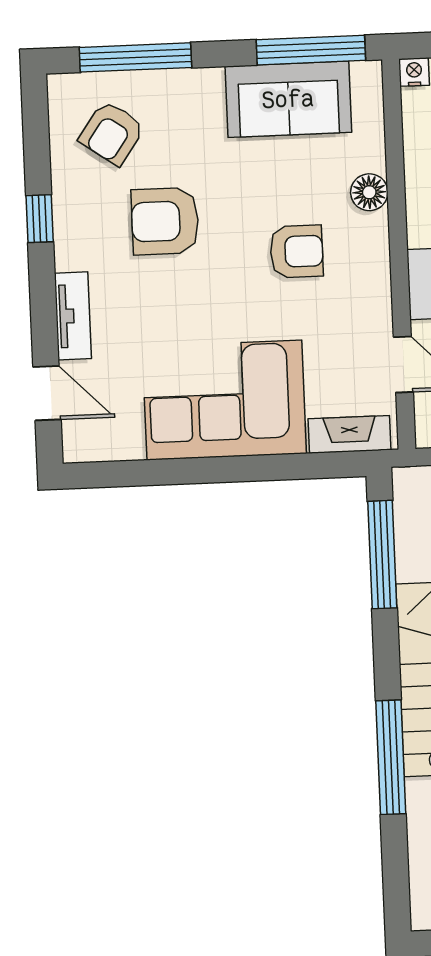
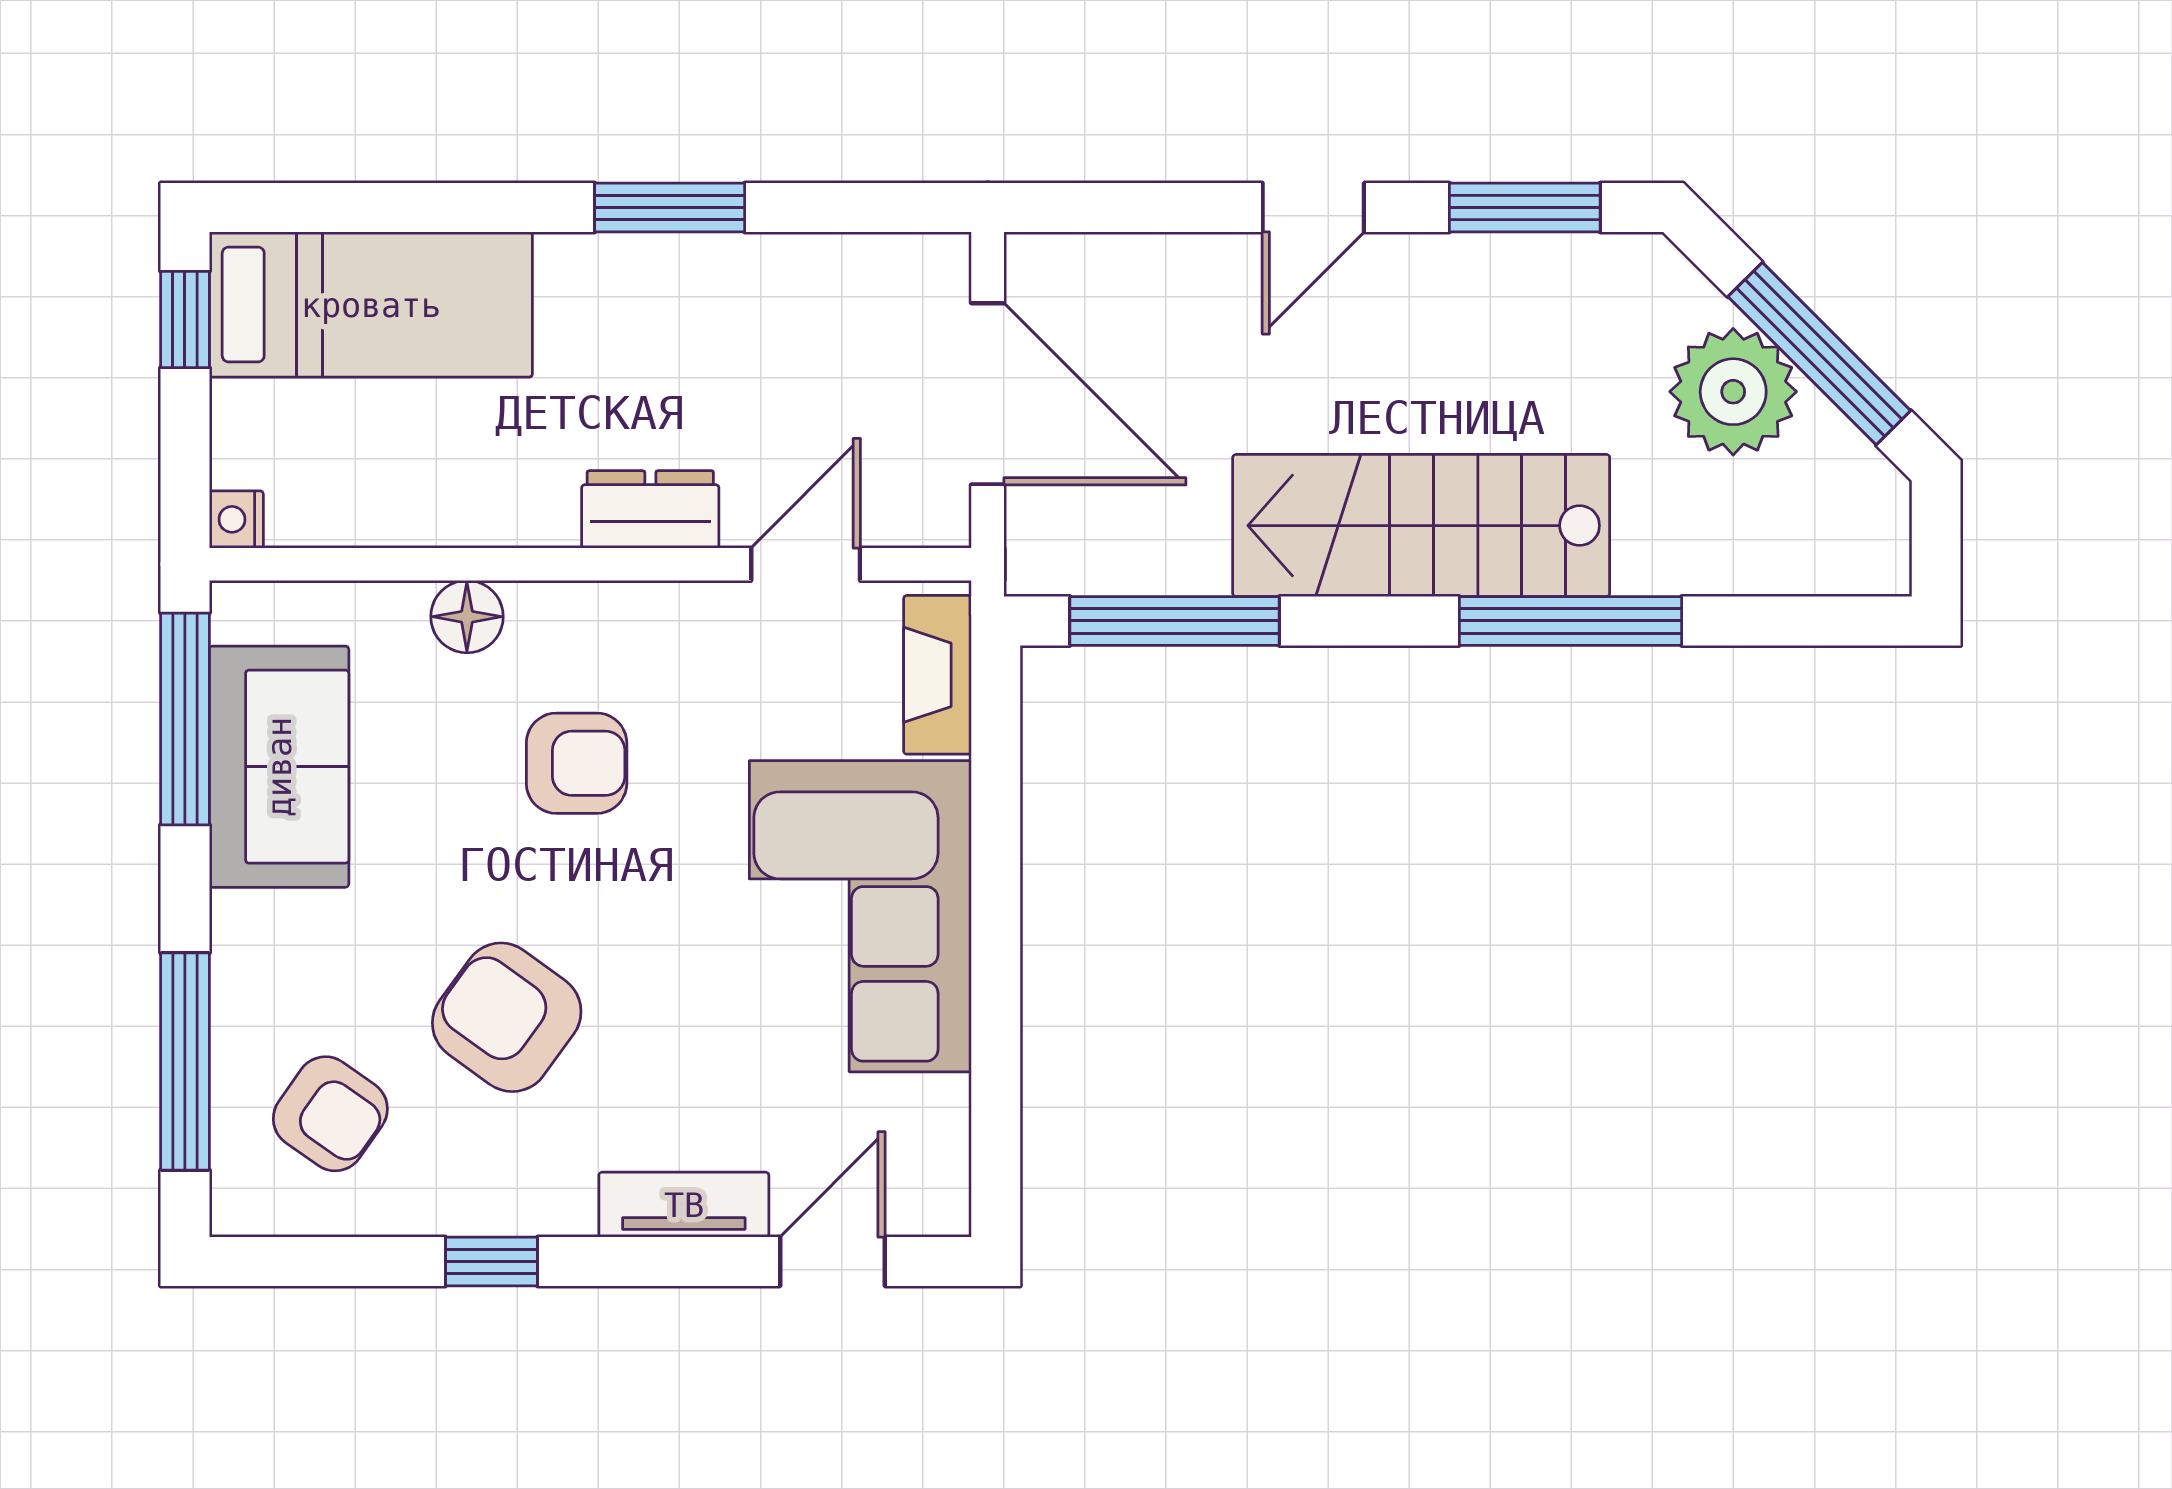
armchair: (165, 221) -> (507, 1017), turned 126
armchair: (297, 251) -> (577, 763), turned 90

